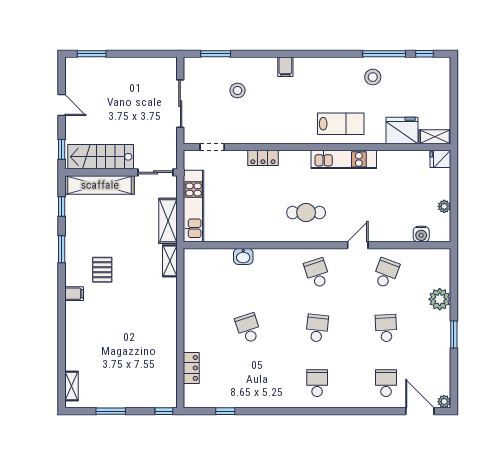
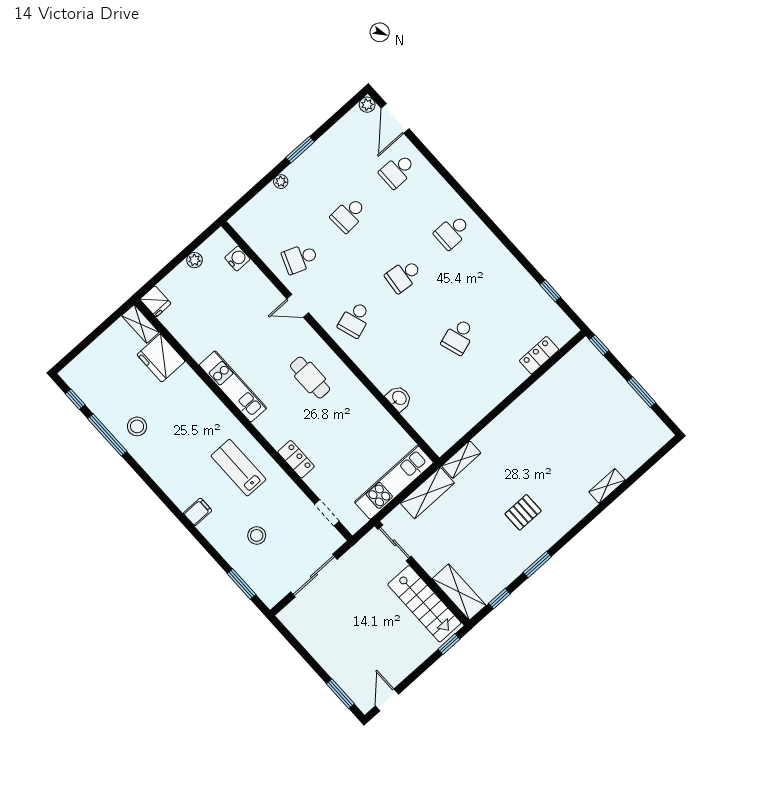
door: (62, 105) -> (387, 700), moved
lab bench: (341, 124) -> (238, 468), moved
shelving: (100, 185) -> (459, 592), width x0.68
filing cabinet: (74, 294) -> (567, 518), removed
plant: (440, 299) -> (281, 182), width x0.53, depth x0.53
shelving: (72, 386) -> (607, 486), moved

